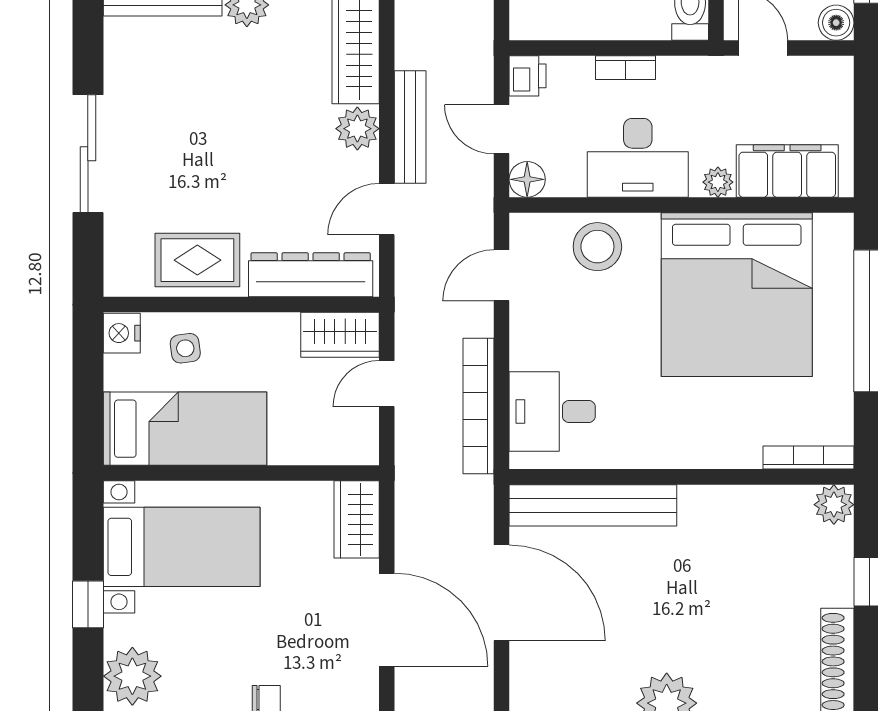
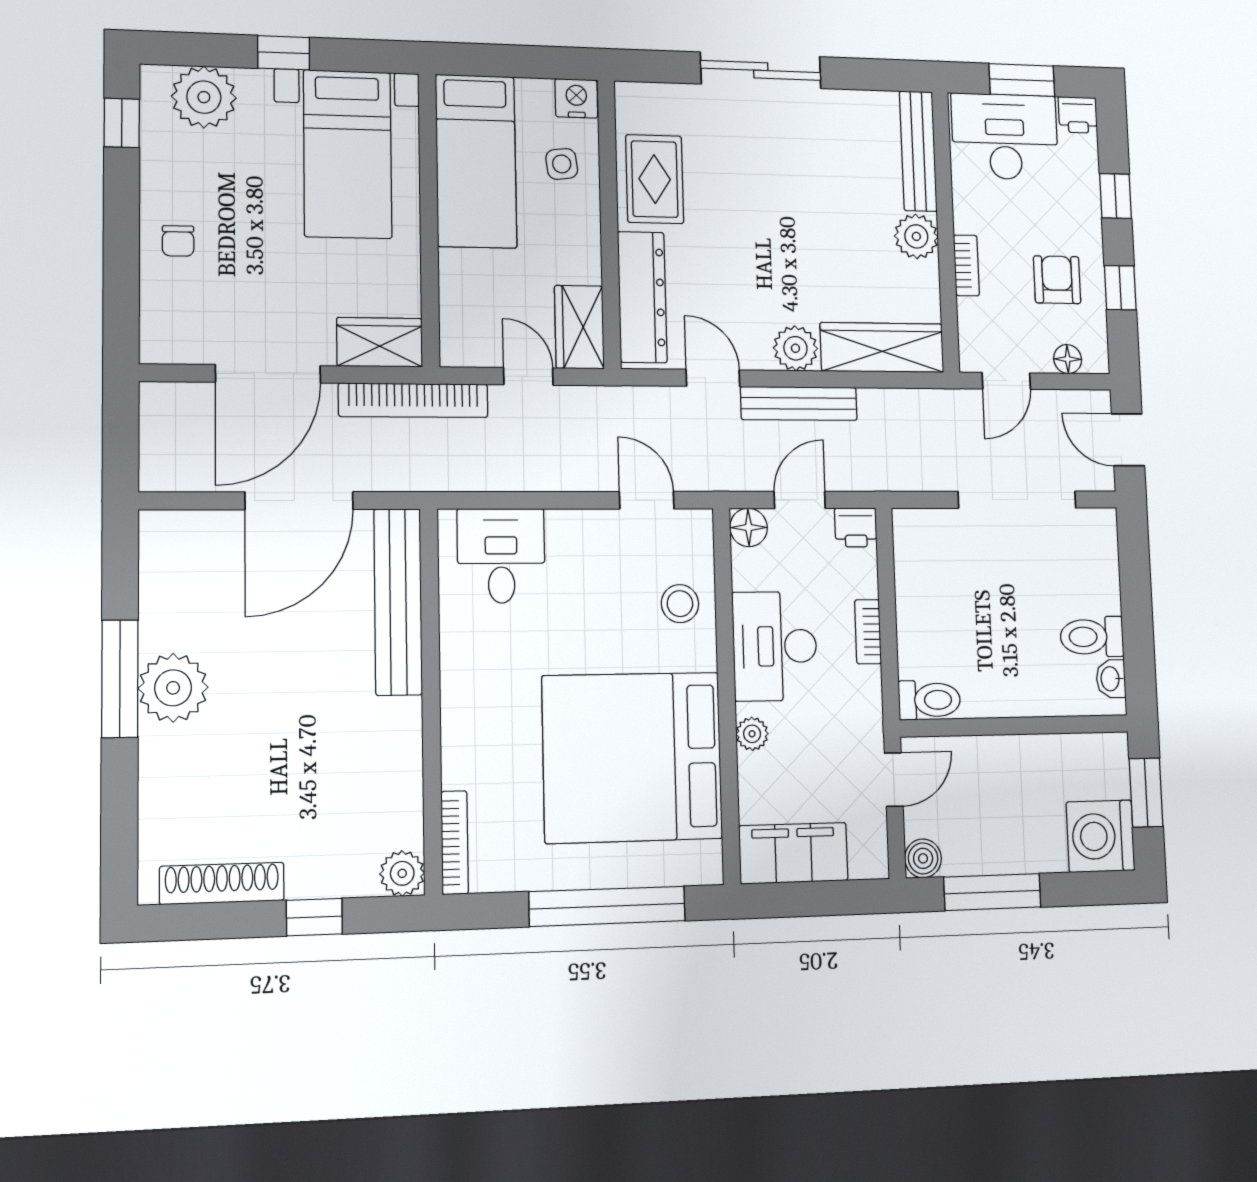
filing cabinet: (787, 171) -> (793, 853), moved, turned -90
stool: (597, 247) -> (680, 604), width x0.73, depth x0.73
bookcase: (478, 406) -> (413, 400), moved, turned 180

